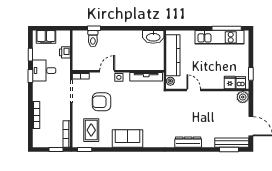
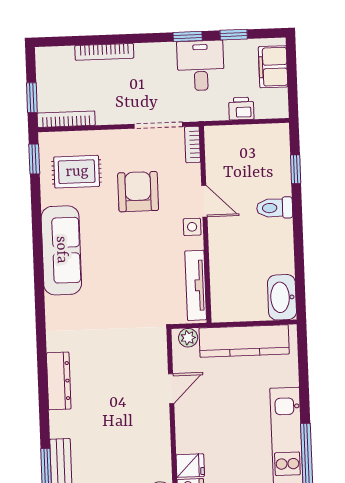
toilet: (93, 39) -> (275, 208), moved
sofa: (128, 139) -> (61, 250), width x1.36

